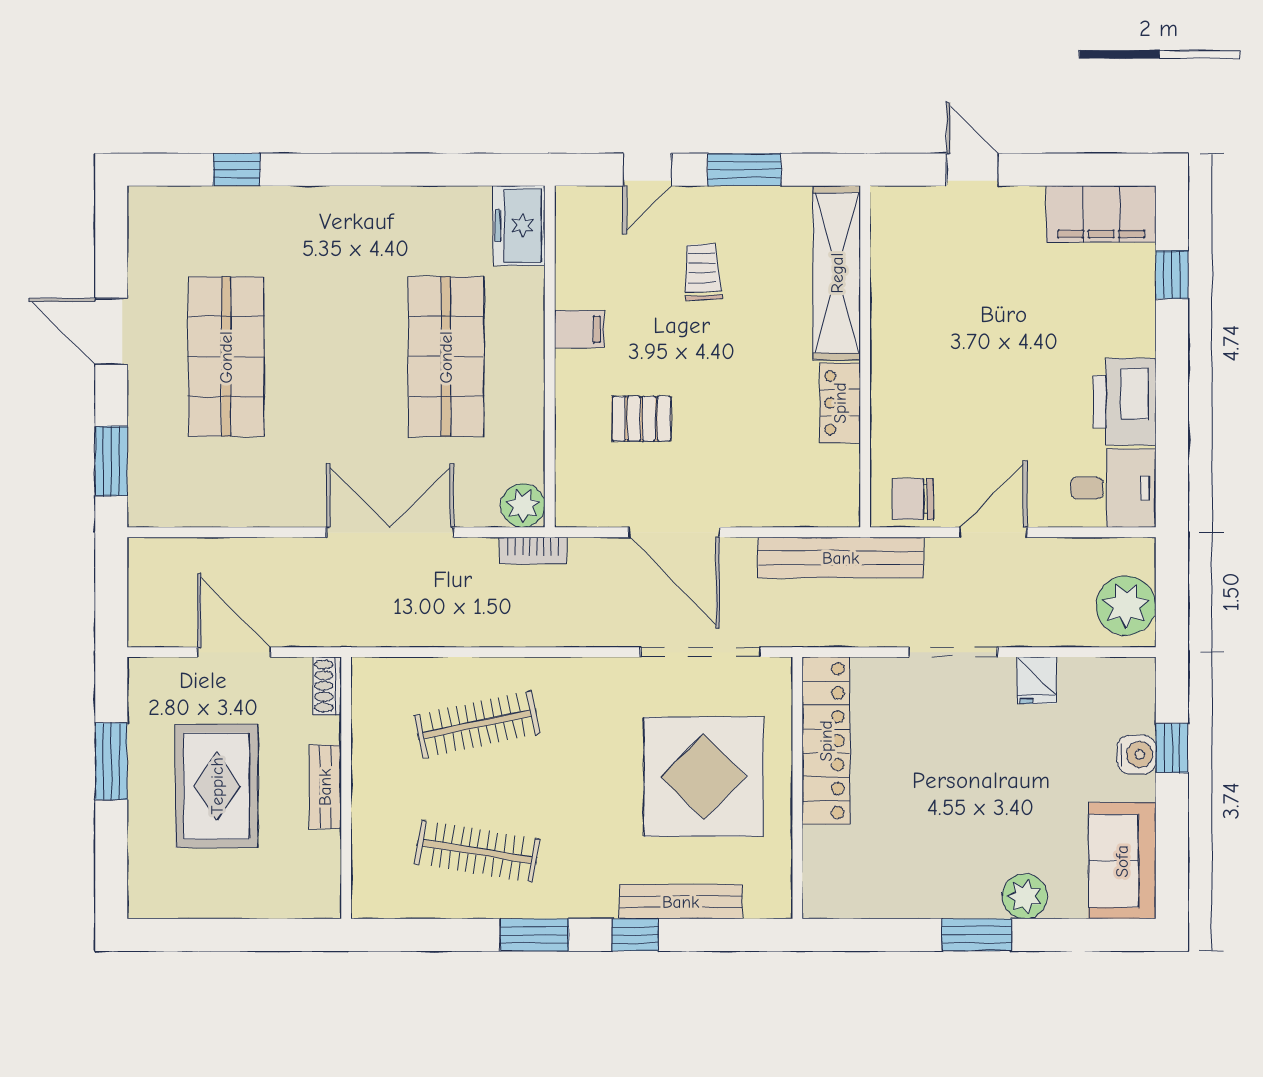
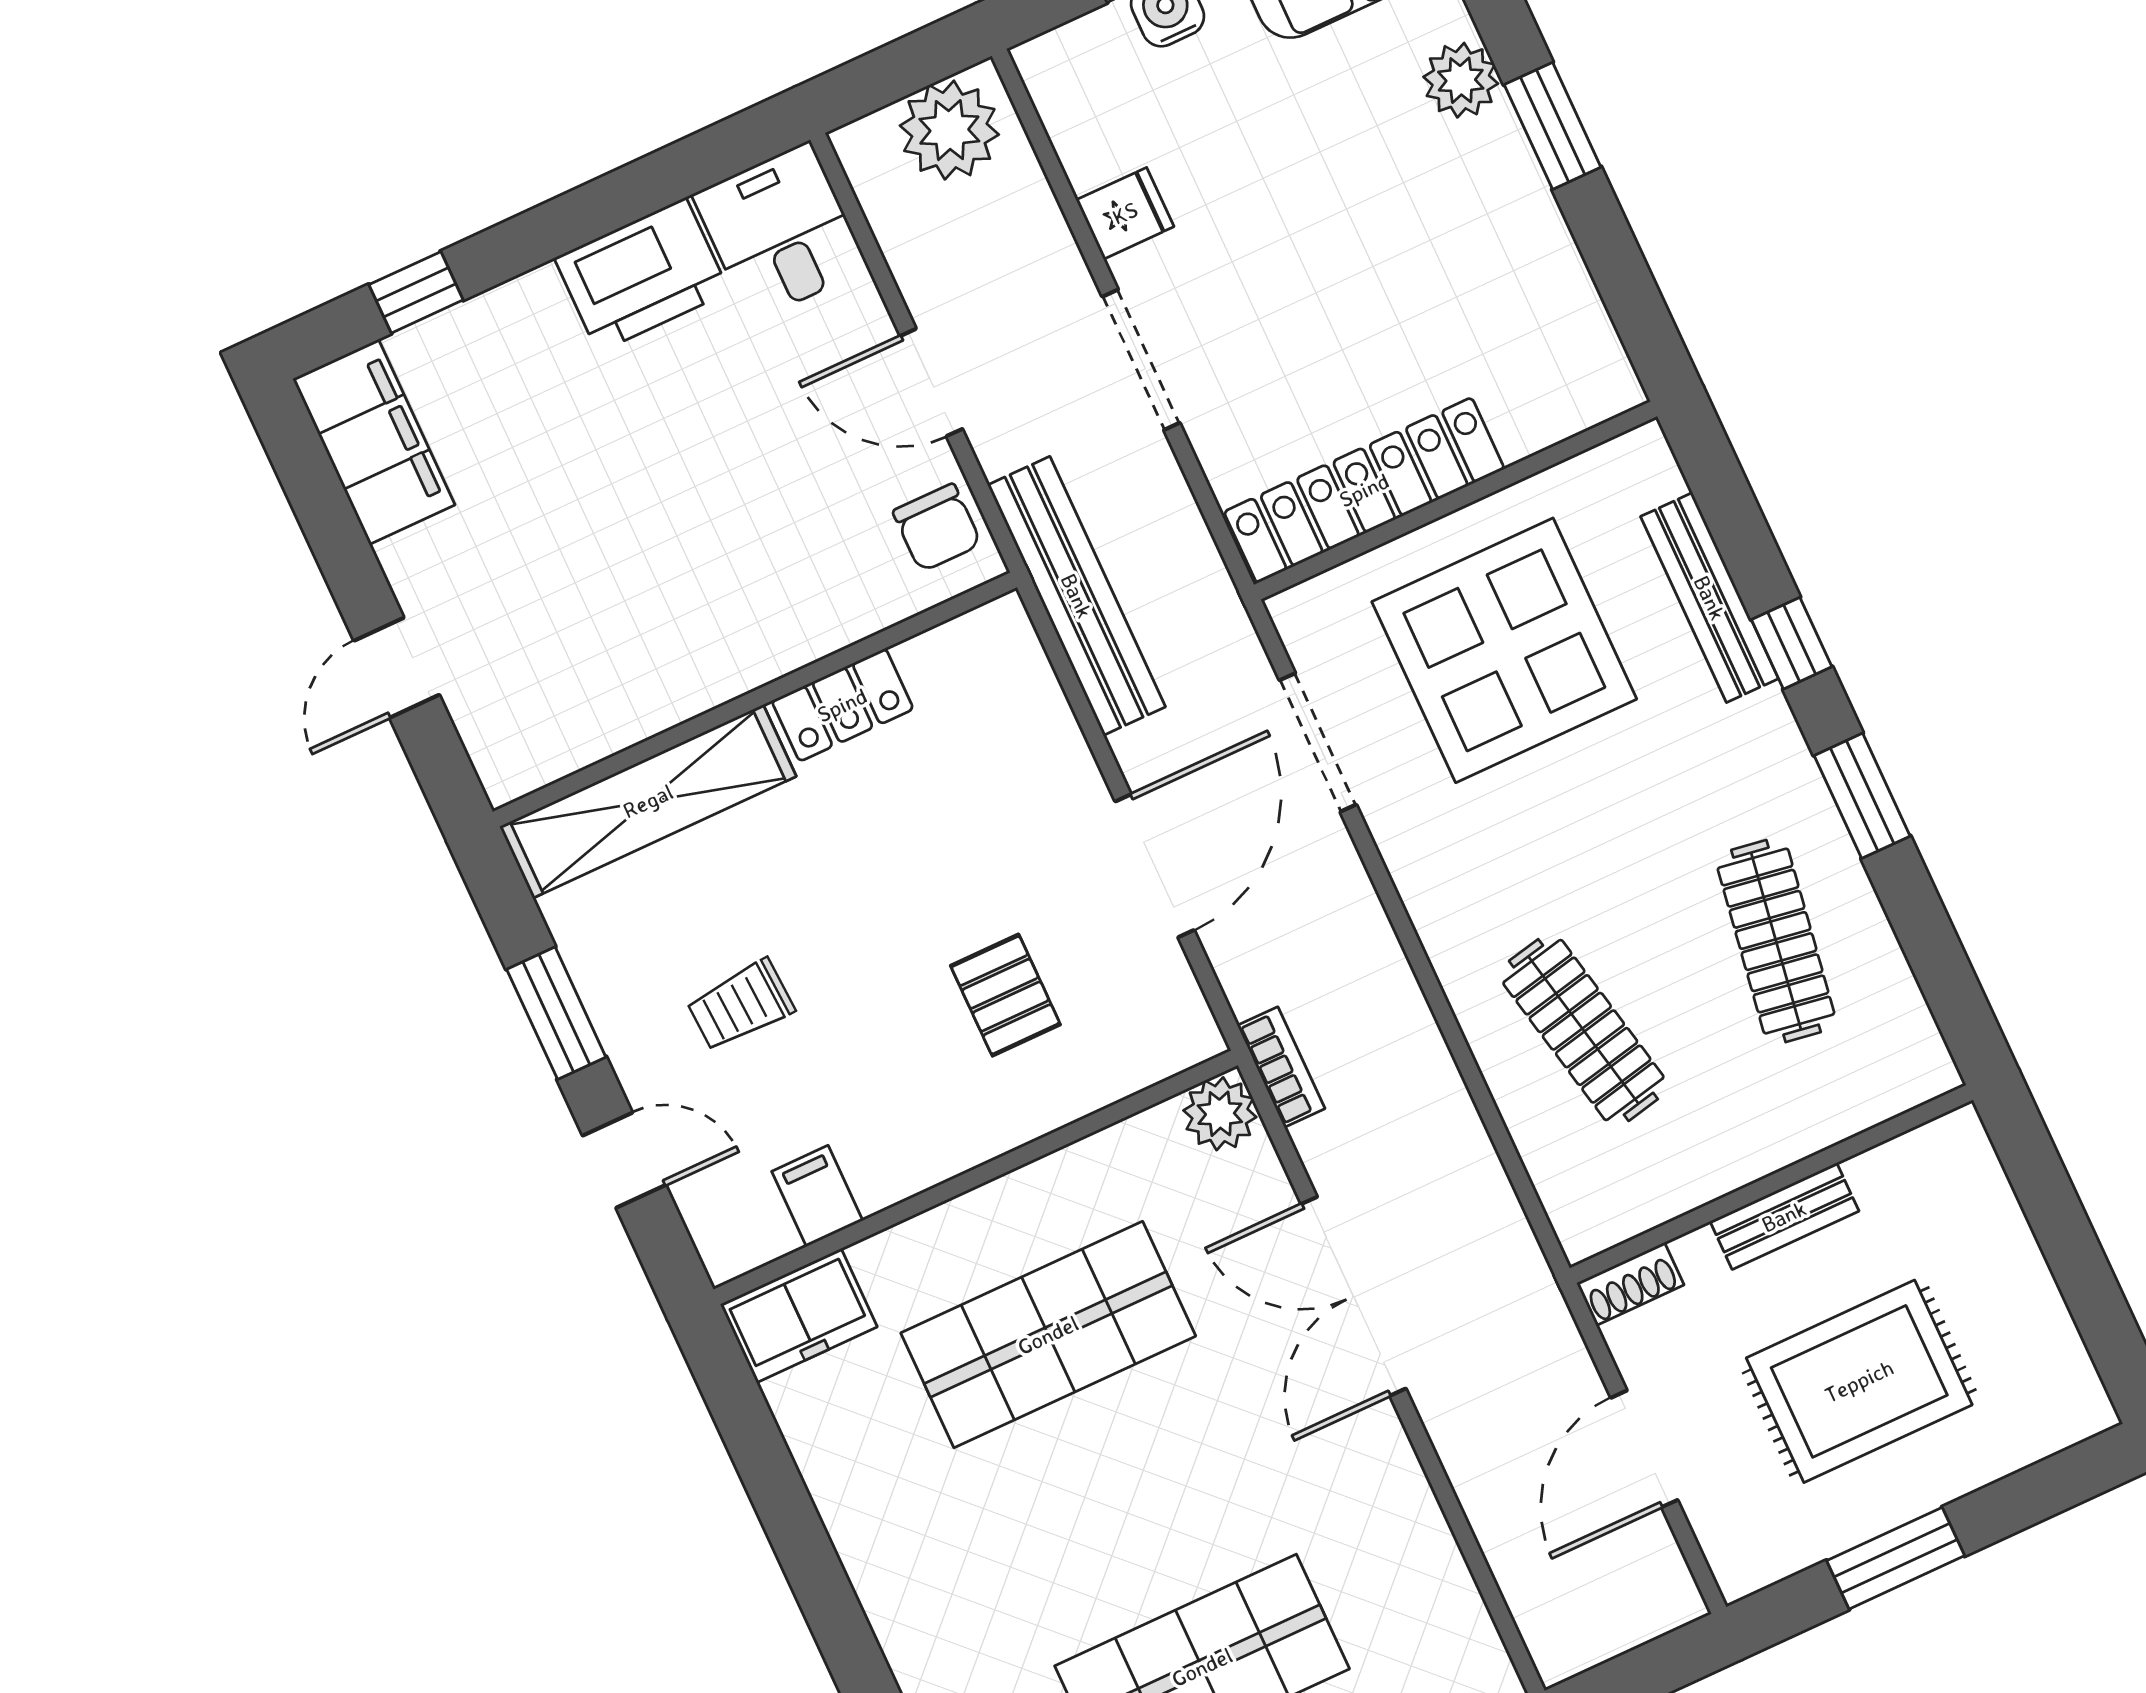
filing cabinet: (579, 329) -> (817, 1196), moved
doorway: (700, 652) -> (1318, 742), width x0.73

